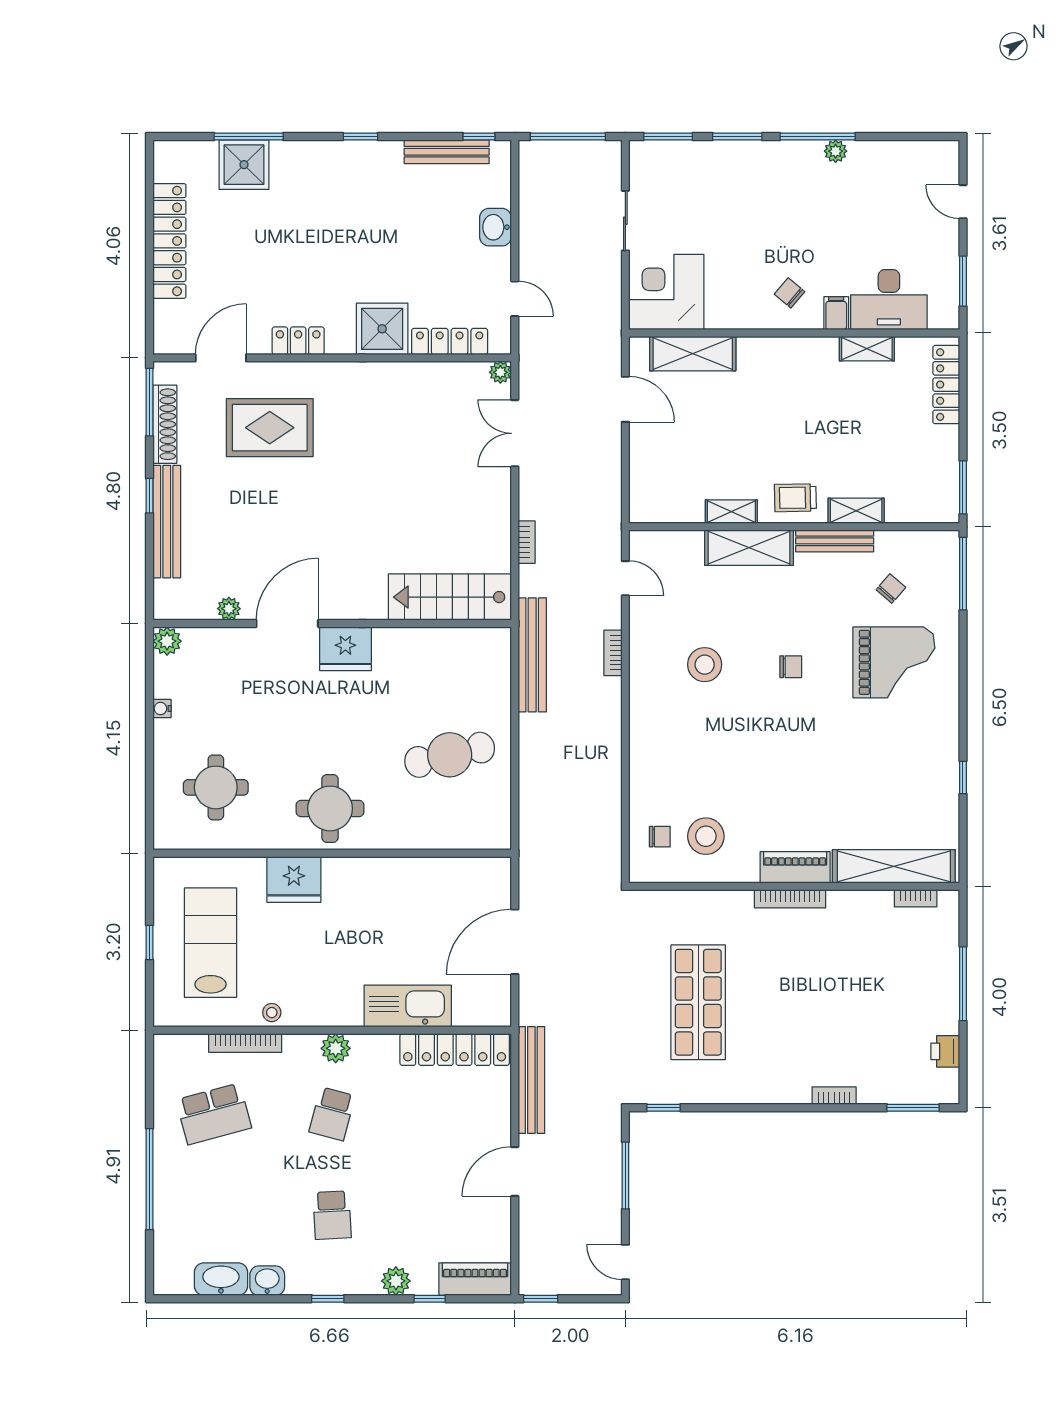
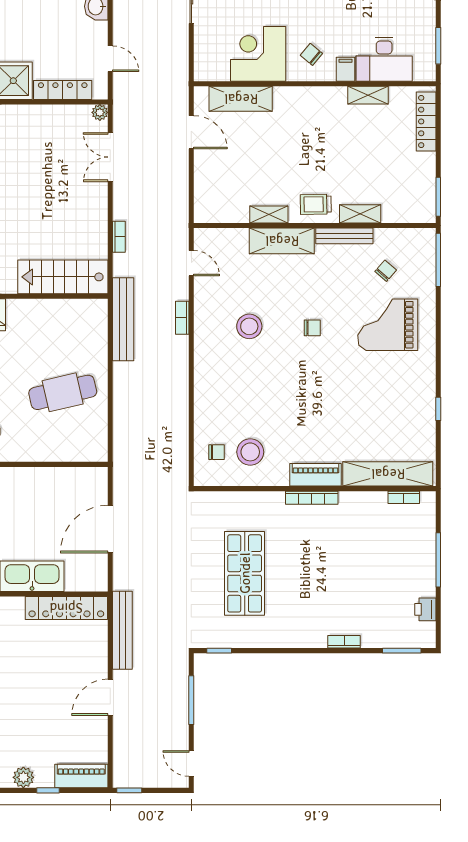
corner desk: (666, 292) -> (258, 54), moved
grand piano: (894, 662) -> (388, 325), turned 180

